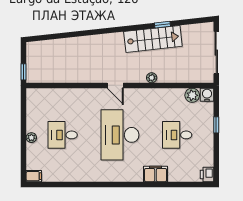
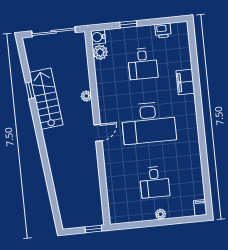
printer: (207, 174) -> (163, 31), moved

